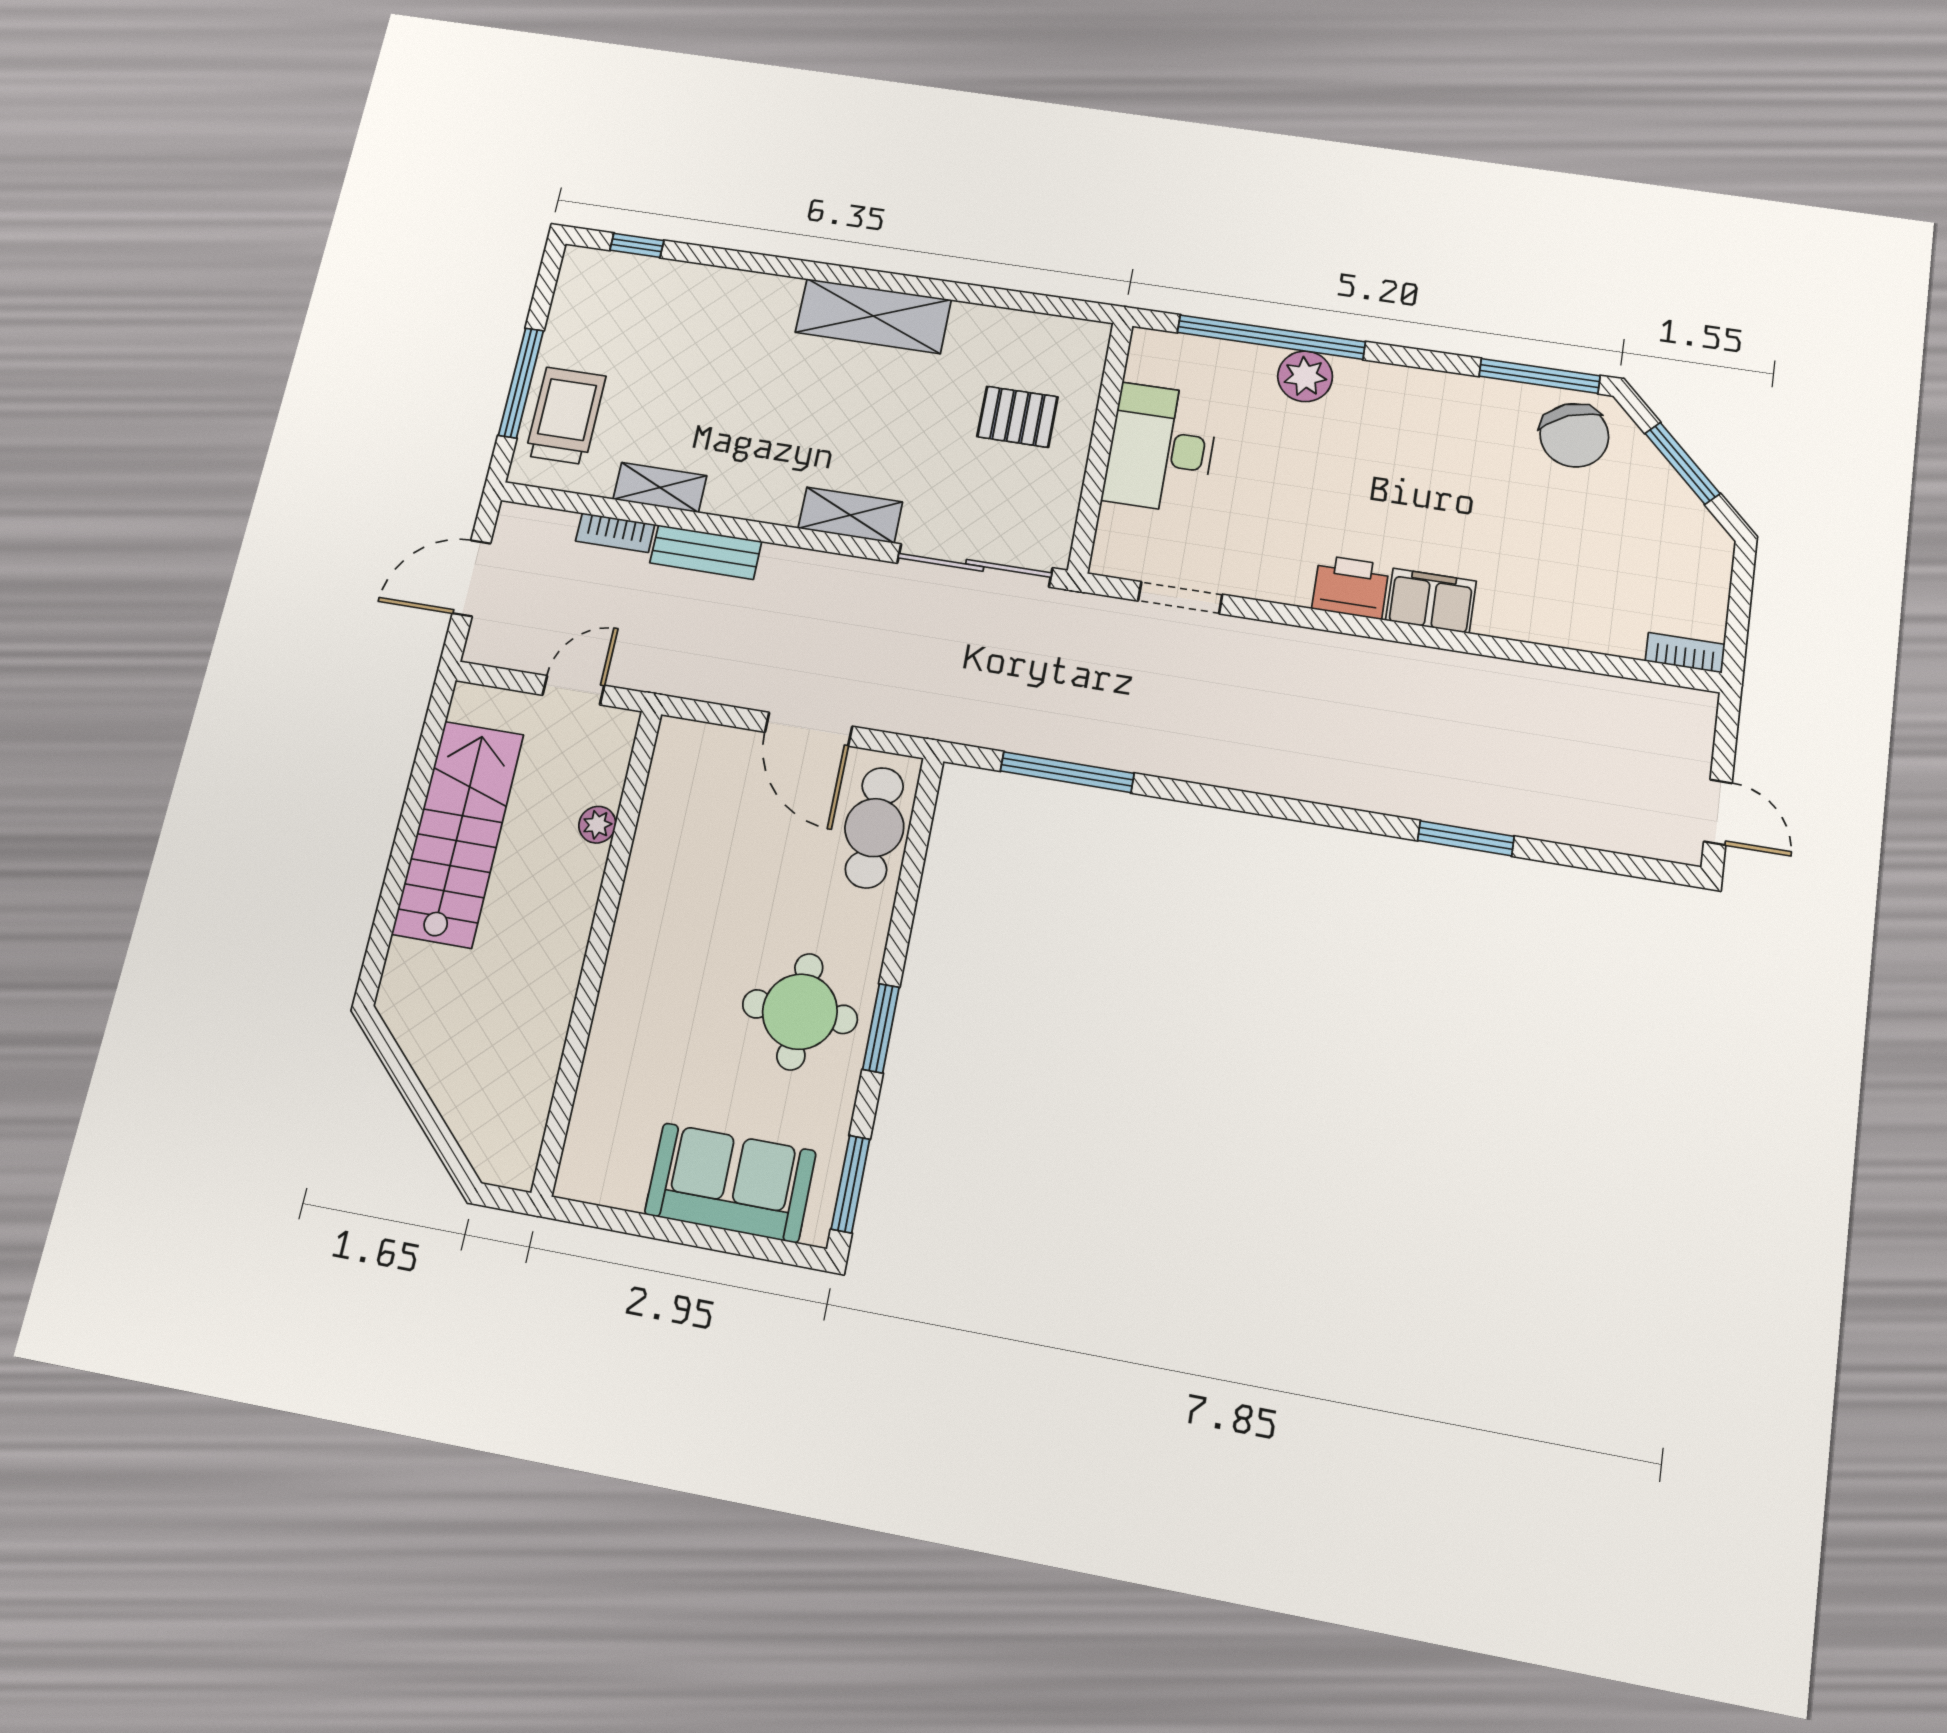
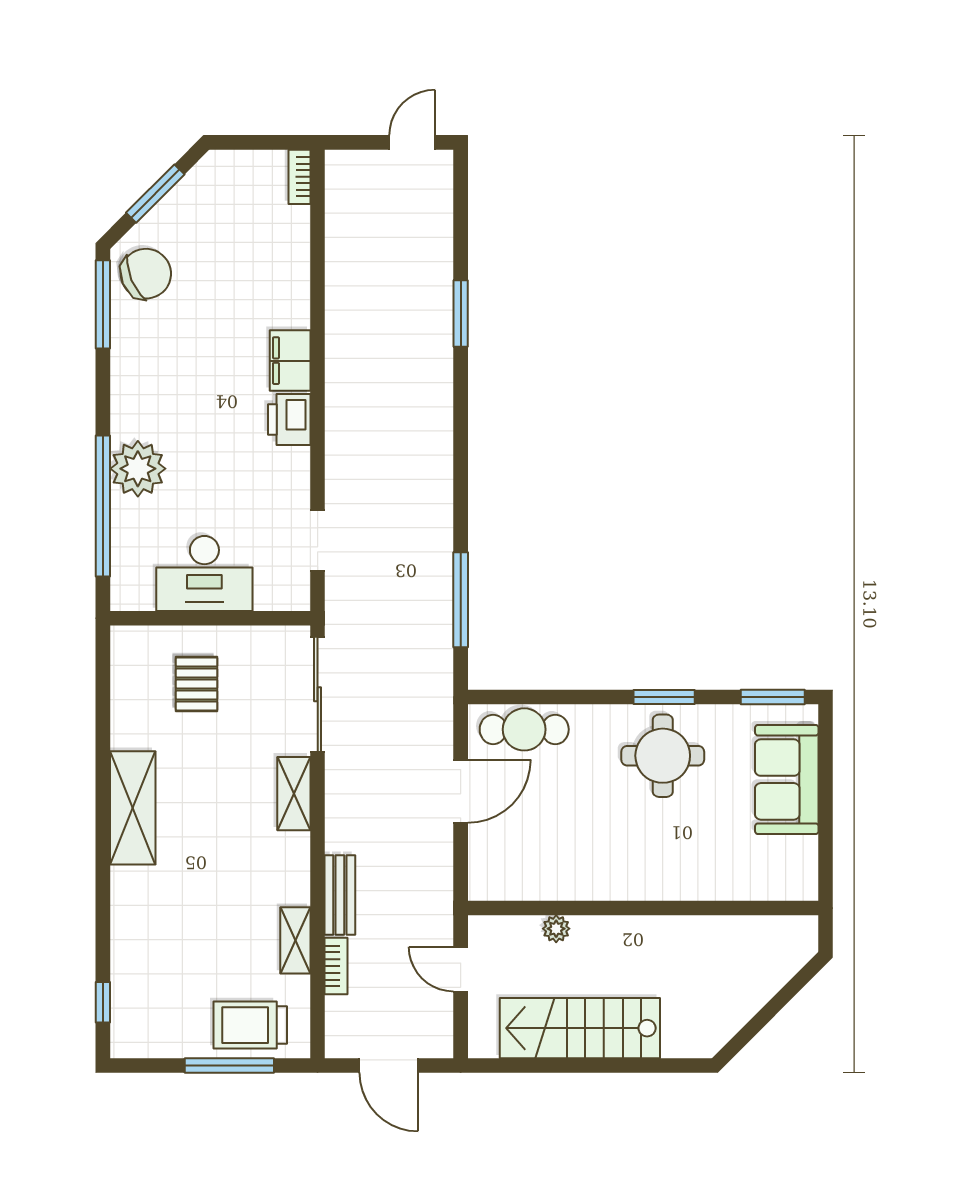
plant: (1305, 376) -> (138, 469), width x1.36, depth x1.36

